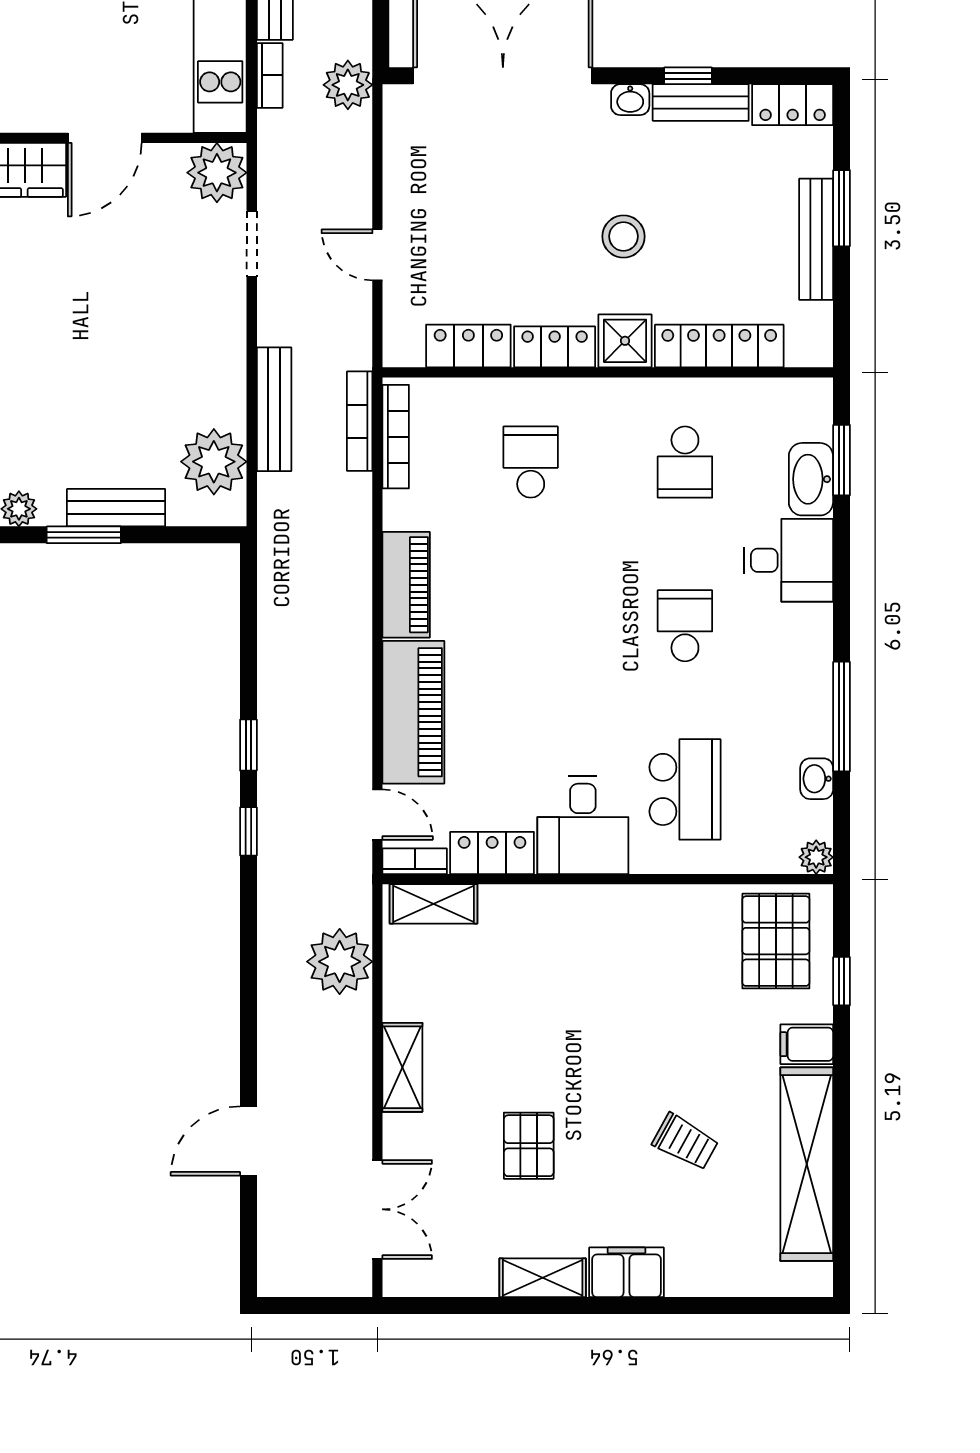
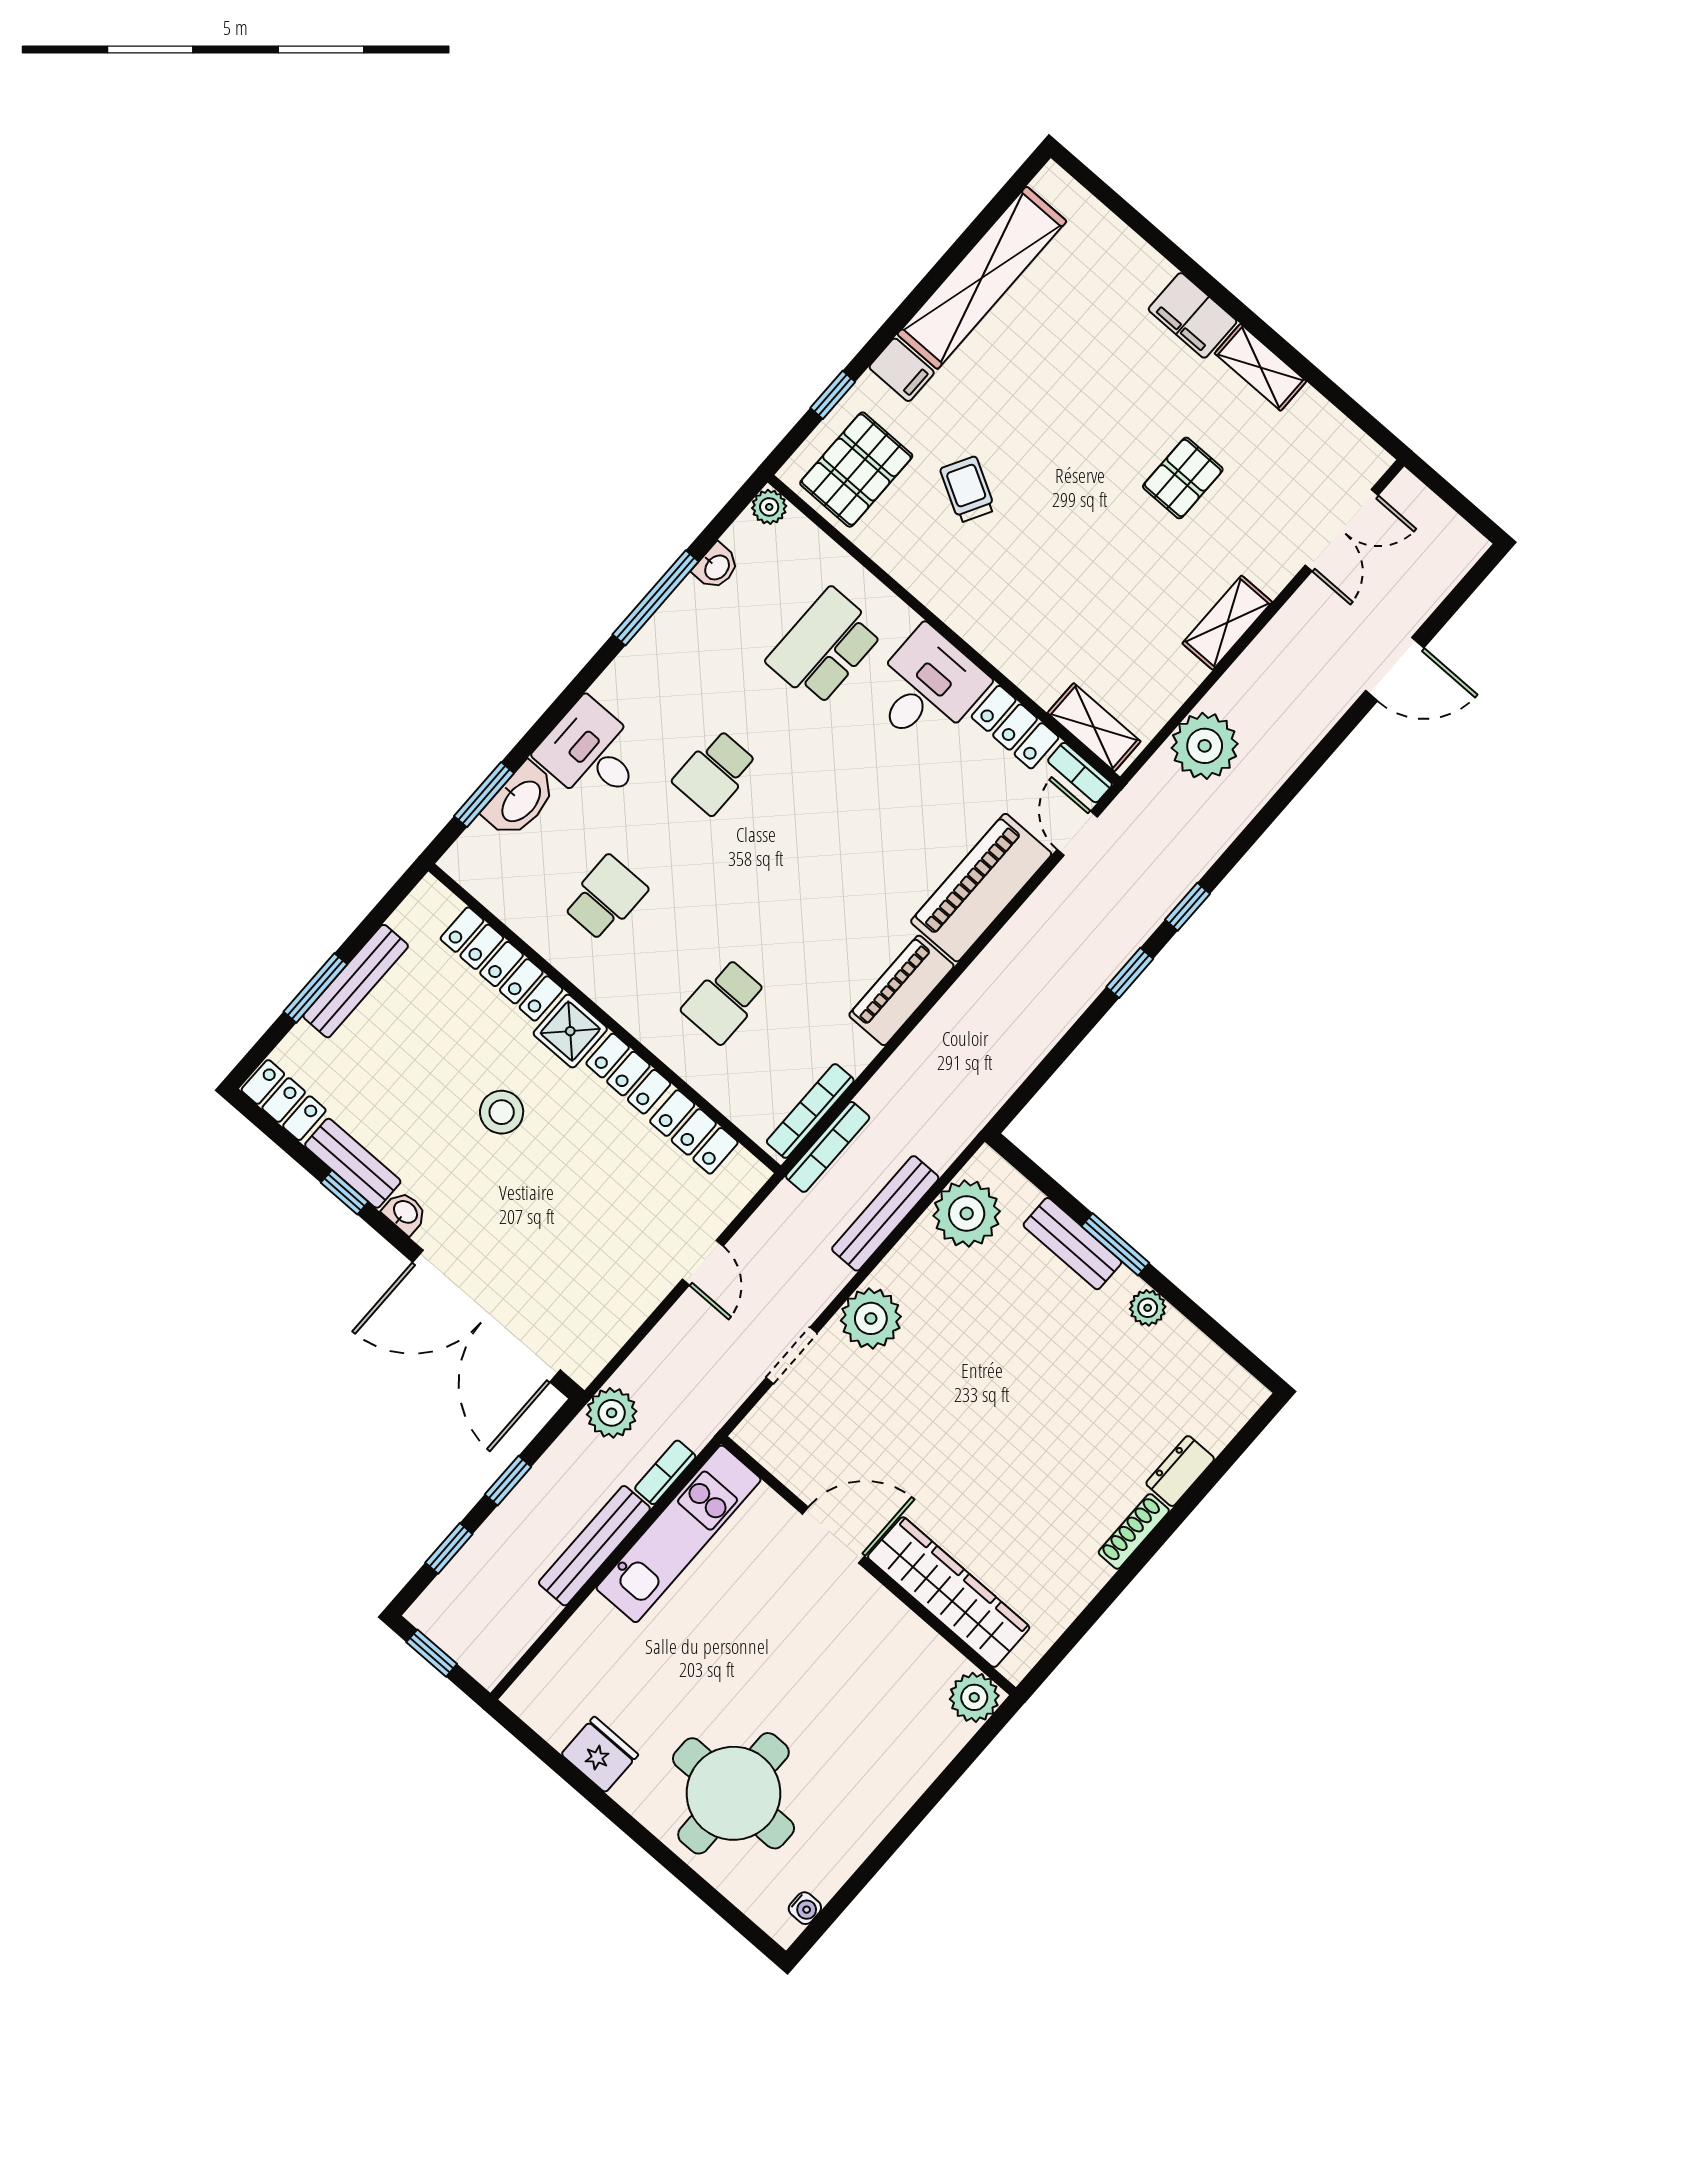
plant: (217, 173) -> (871, 1318), moved
trolley: (685, 1142) -> (968, 489), moved
double door: (377, 1209) -> (1342, 530), swing flipped

